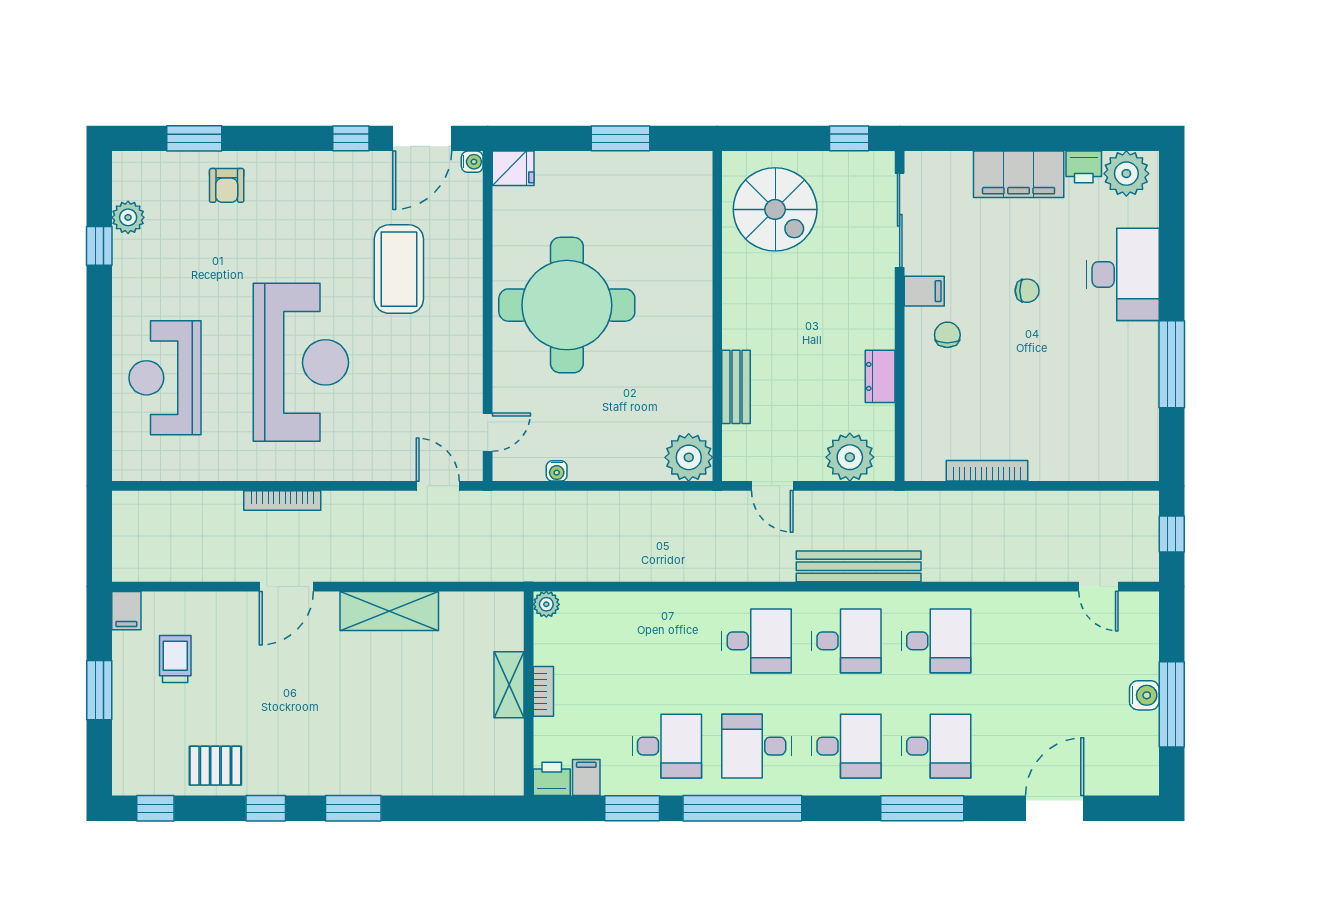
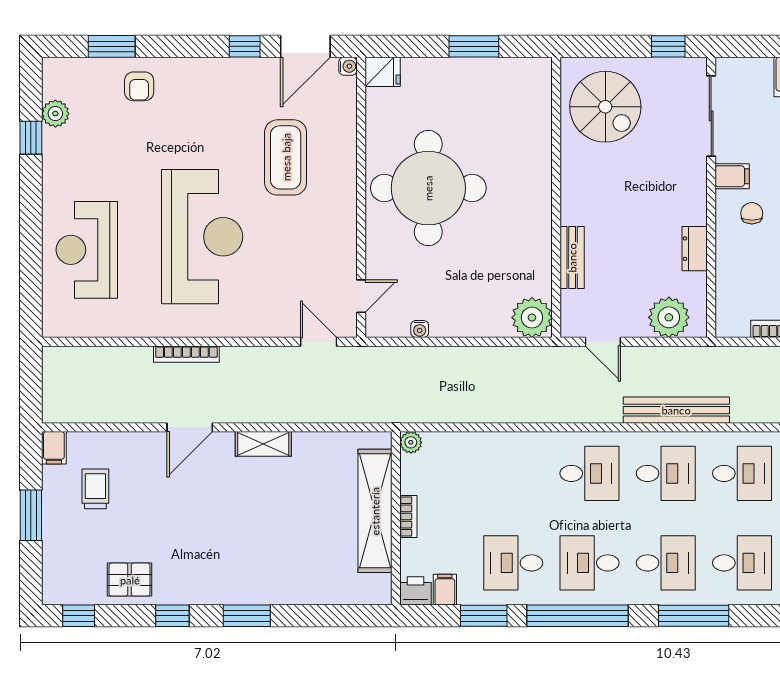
shelving: (389, 611) -> (263, 444), width x0.67, depth x0.75
shelving: (509, 685) -> (375, 511), width x2.20, depth x1.33
desk: (667, 746) -> (513, 563), turned 180
window: (922, 808) -> (694, 616), moved

